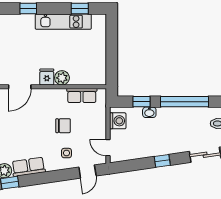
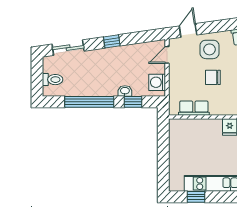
plant: (62, 78) -> (214, 126), removed
door: (108, 148) -> (167, 55), swing flipped
side table: (66, 153) -> (209, 49), width x1.87, depth x1.87

